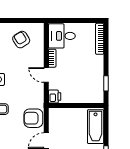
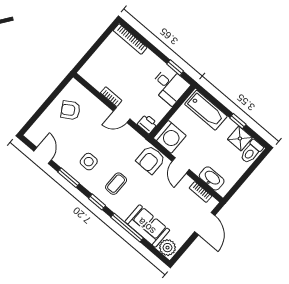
desk: (62, 36) -> (170, 86), moved, turned -90
washing machine: (59, 118) -> (170, 137), added

